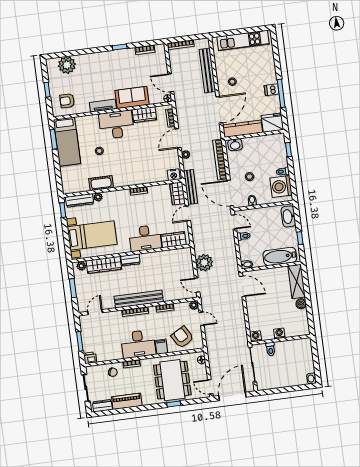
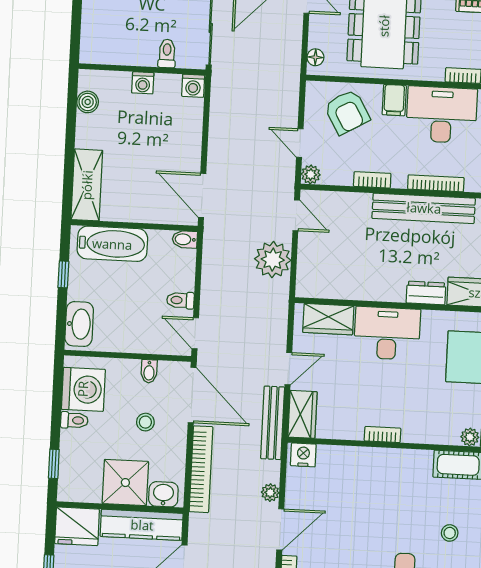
shower: (254, 147) -> (125, 483), added
boiler: (301, 304) -> (88, 102), moved

